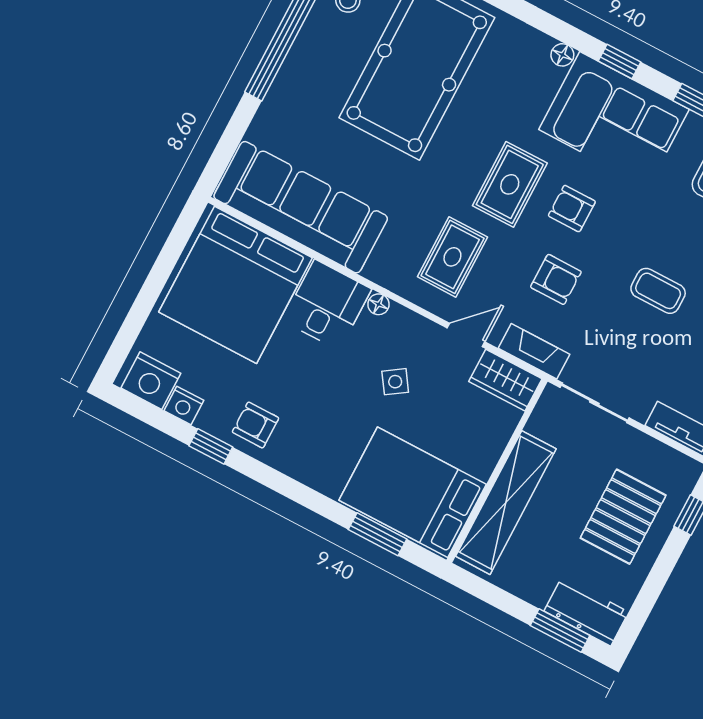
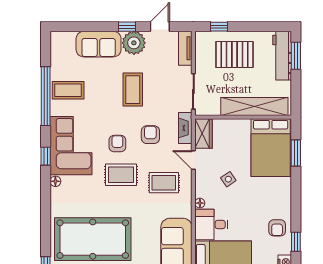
armchair: (572, 209) -> (117, 144), turned 180
coffee table: (658, 291) -> (133, 90), width x1.36, depth x1.30
workbench: (586, 611) -> (282, 56), width x1.38

